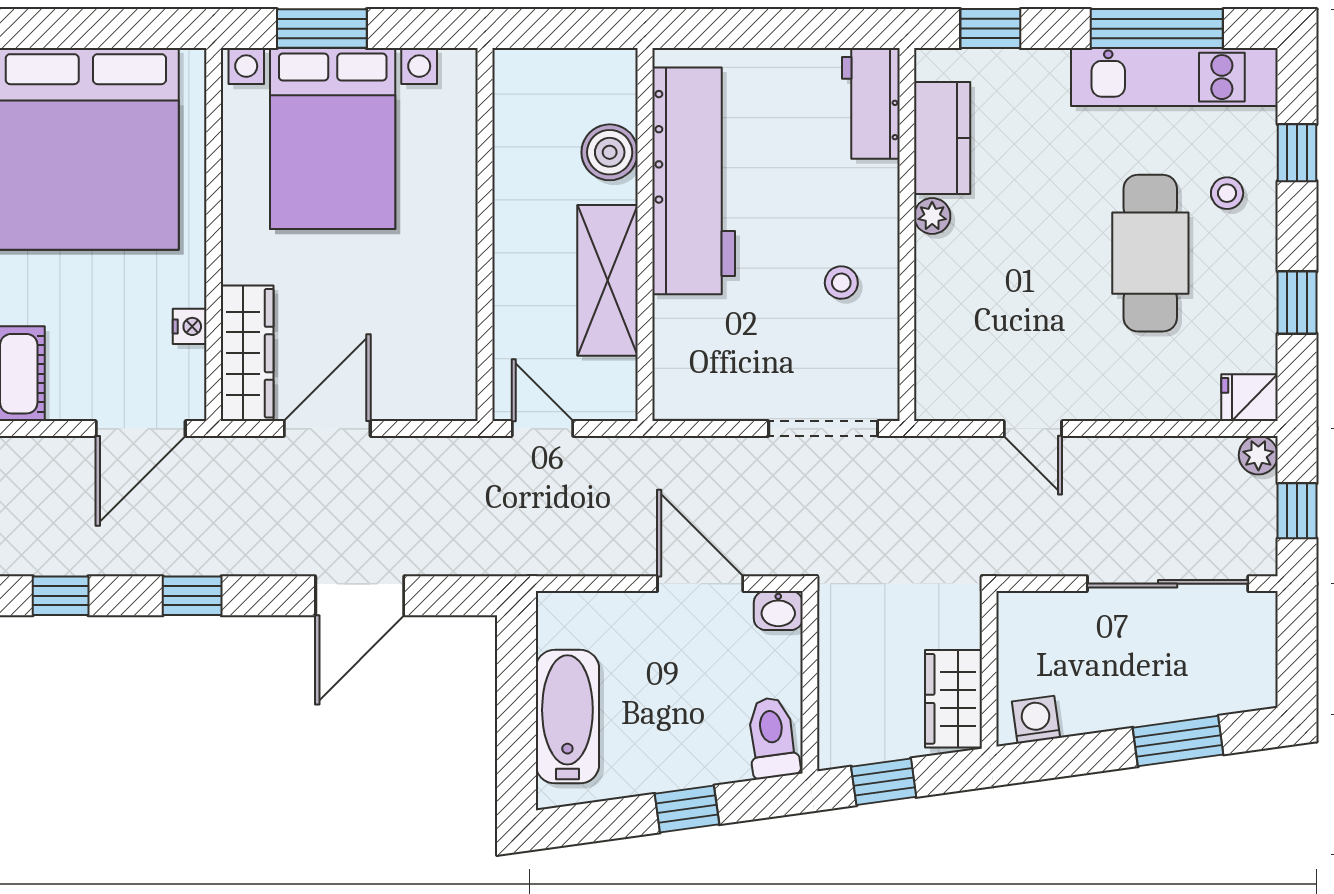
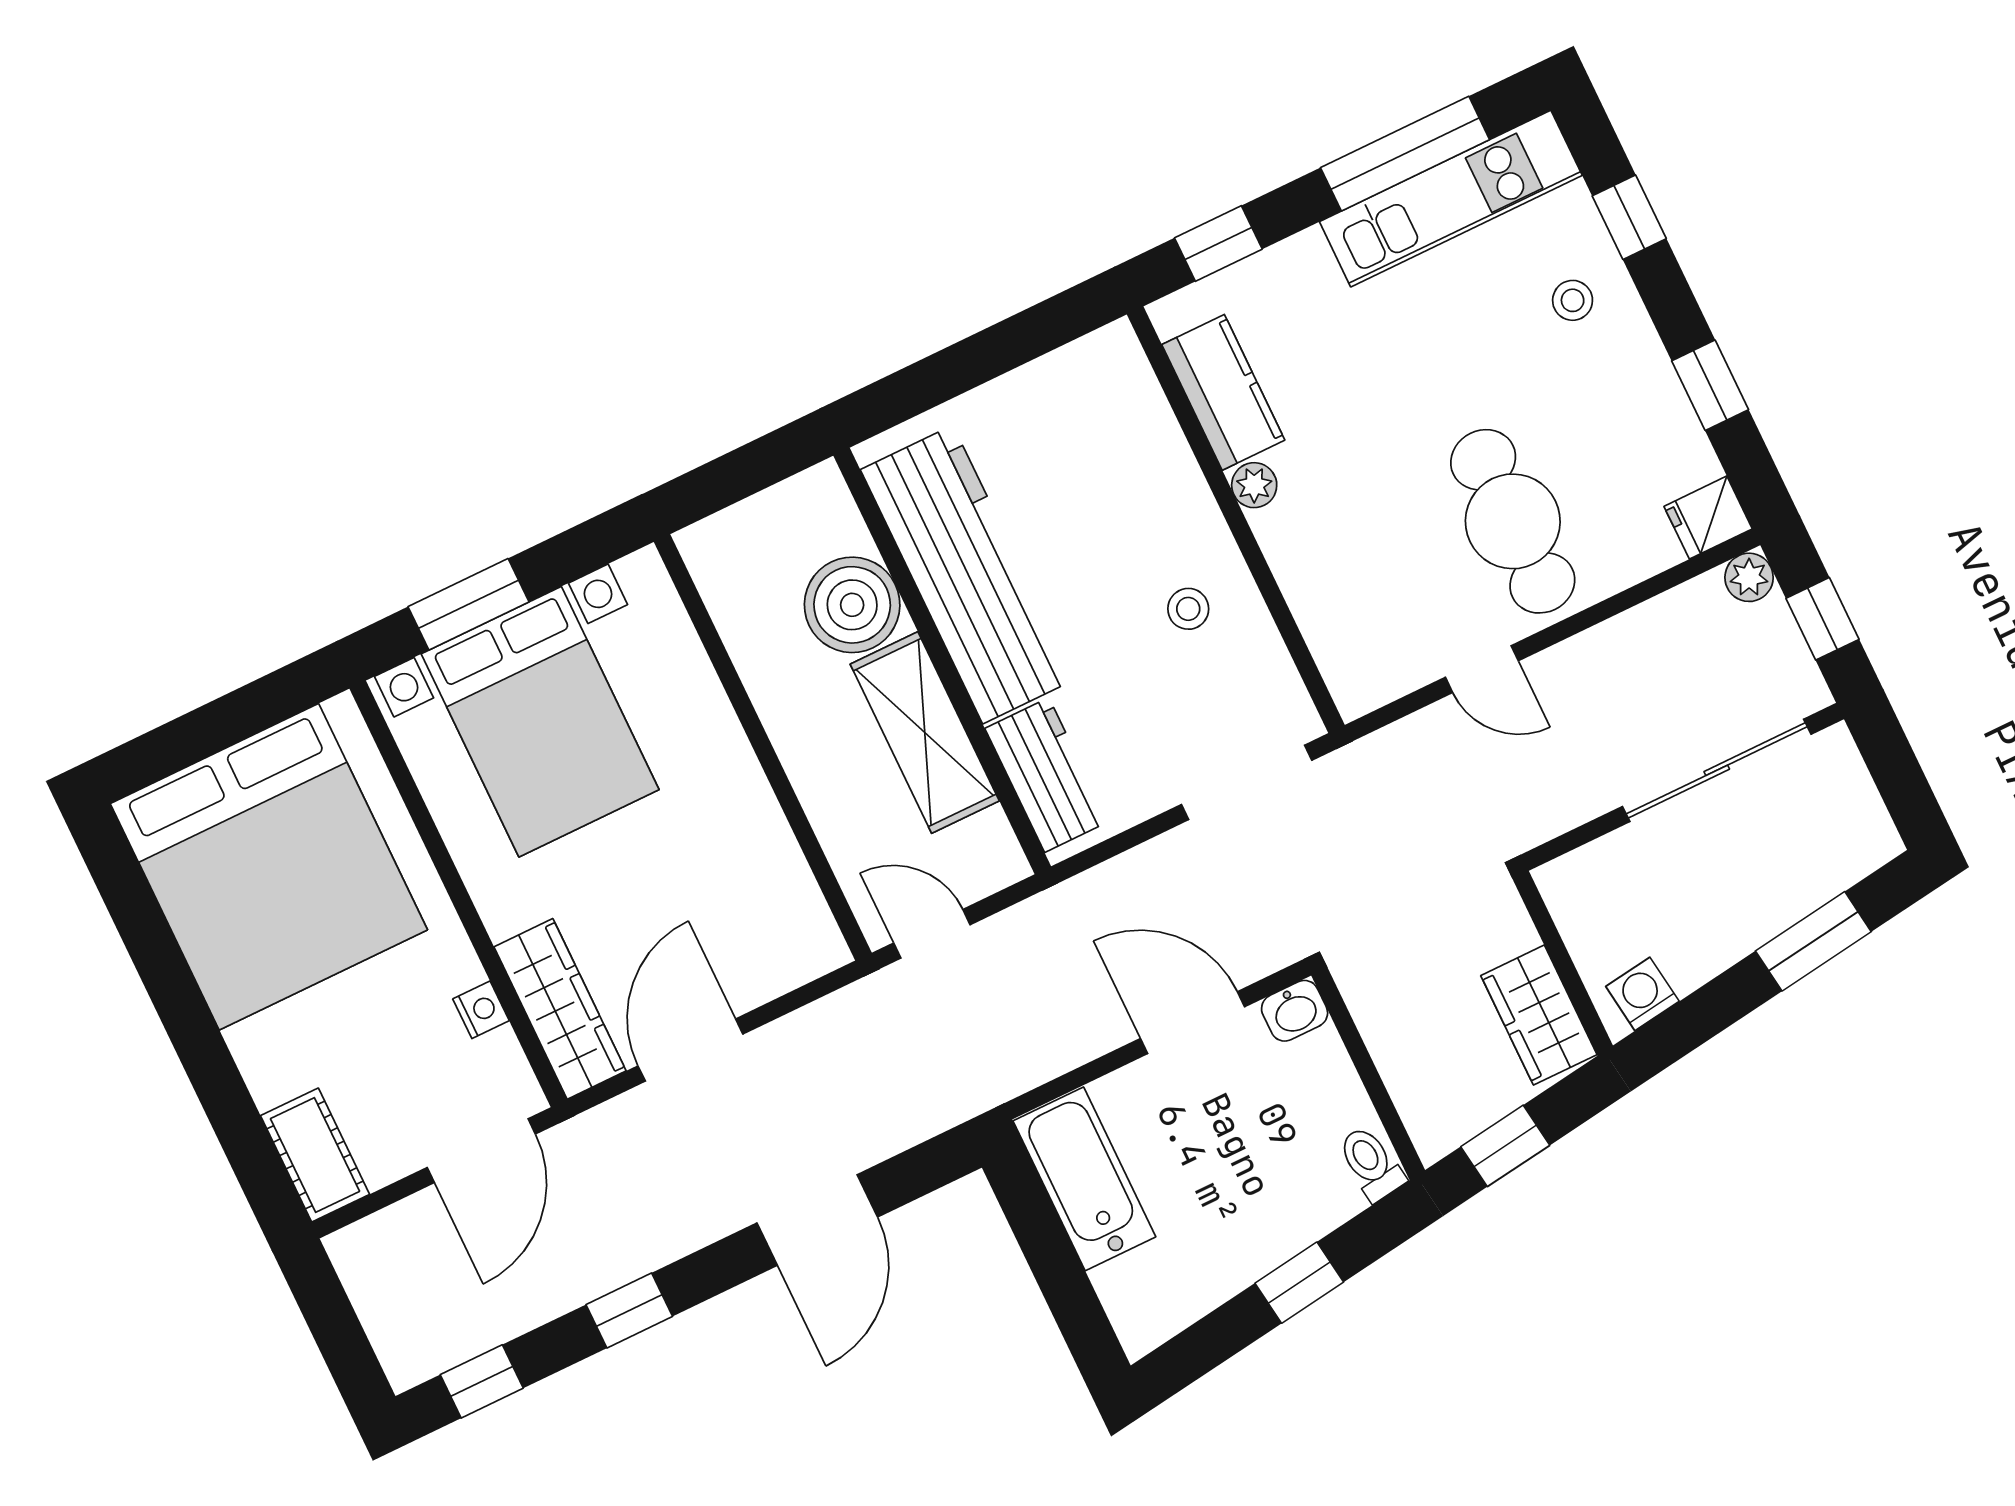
workbench: (871, 103) -> (1047, 775), moved, turned 180
boiler: (610, 152) -> (852, 605), width x1.37, depth x1.37
cafe table: (1150, 253) -> (1513, 521), moved
bathtub: (567, 717) -> (1084, 1179), moved
toilet: (772, 738) -> (1371, 1163), width x0.73, depth x0.72

